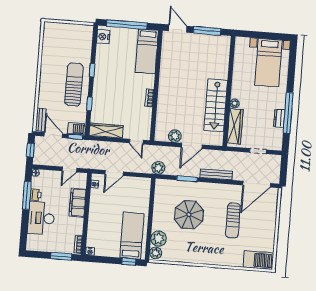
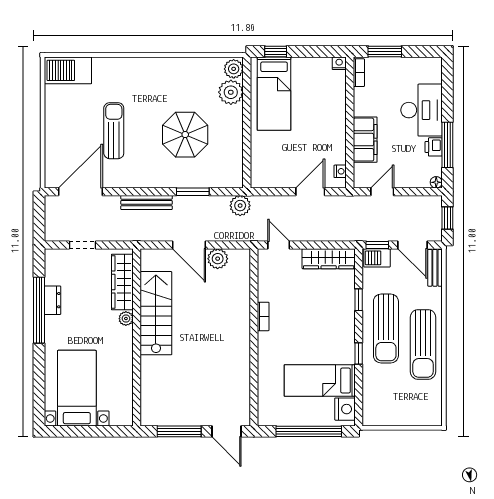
bed: (147, 51) -> (320, 380), moved, turned -90
sun lounger: (52, 73) -> (423, 344), added
door: (192, 146) -> (189, 245), swing flipped

